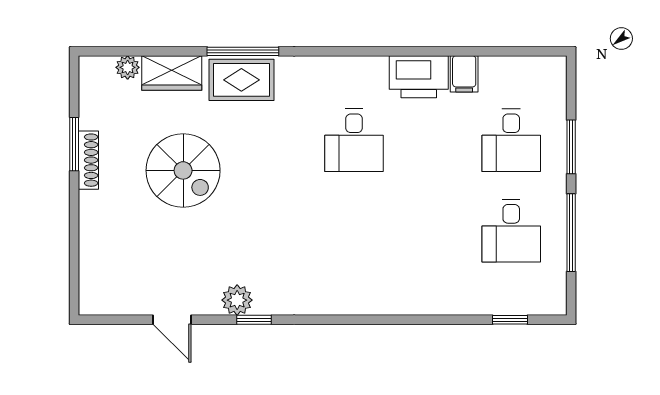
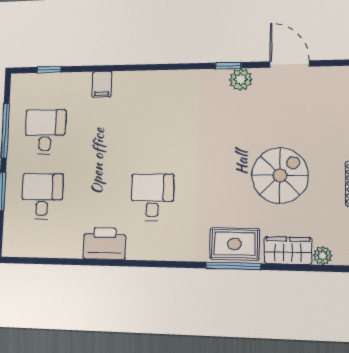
filing cabinet: (464, 74) -> (102, 84), moved, turned 180
spiral stairs: (183, 170) -> (280, 175), turned 90
door: (172, 320) -> (289, 64), width x1.38

